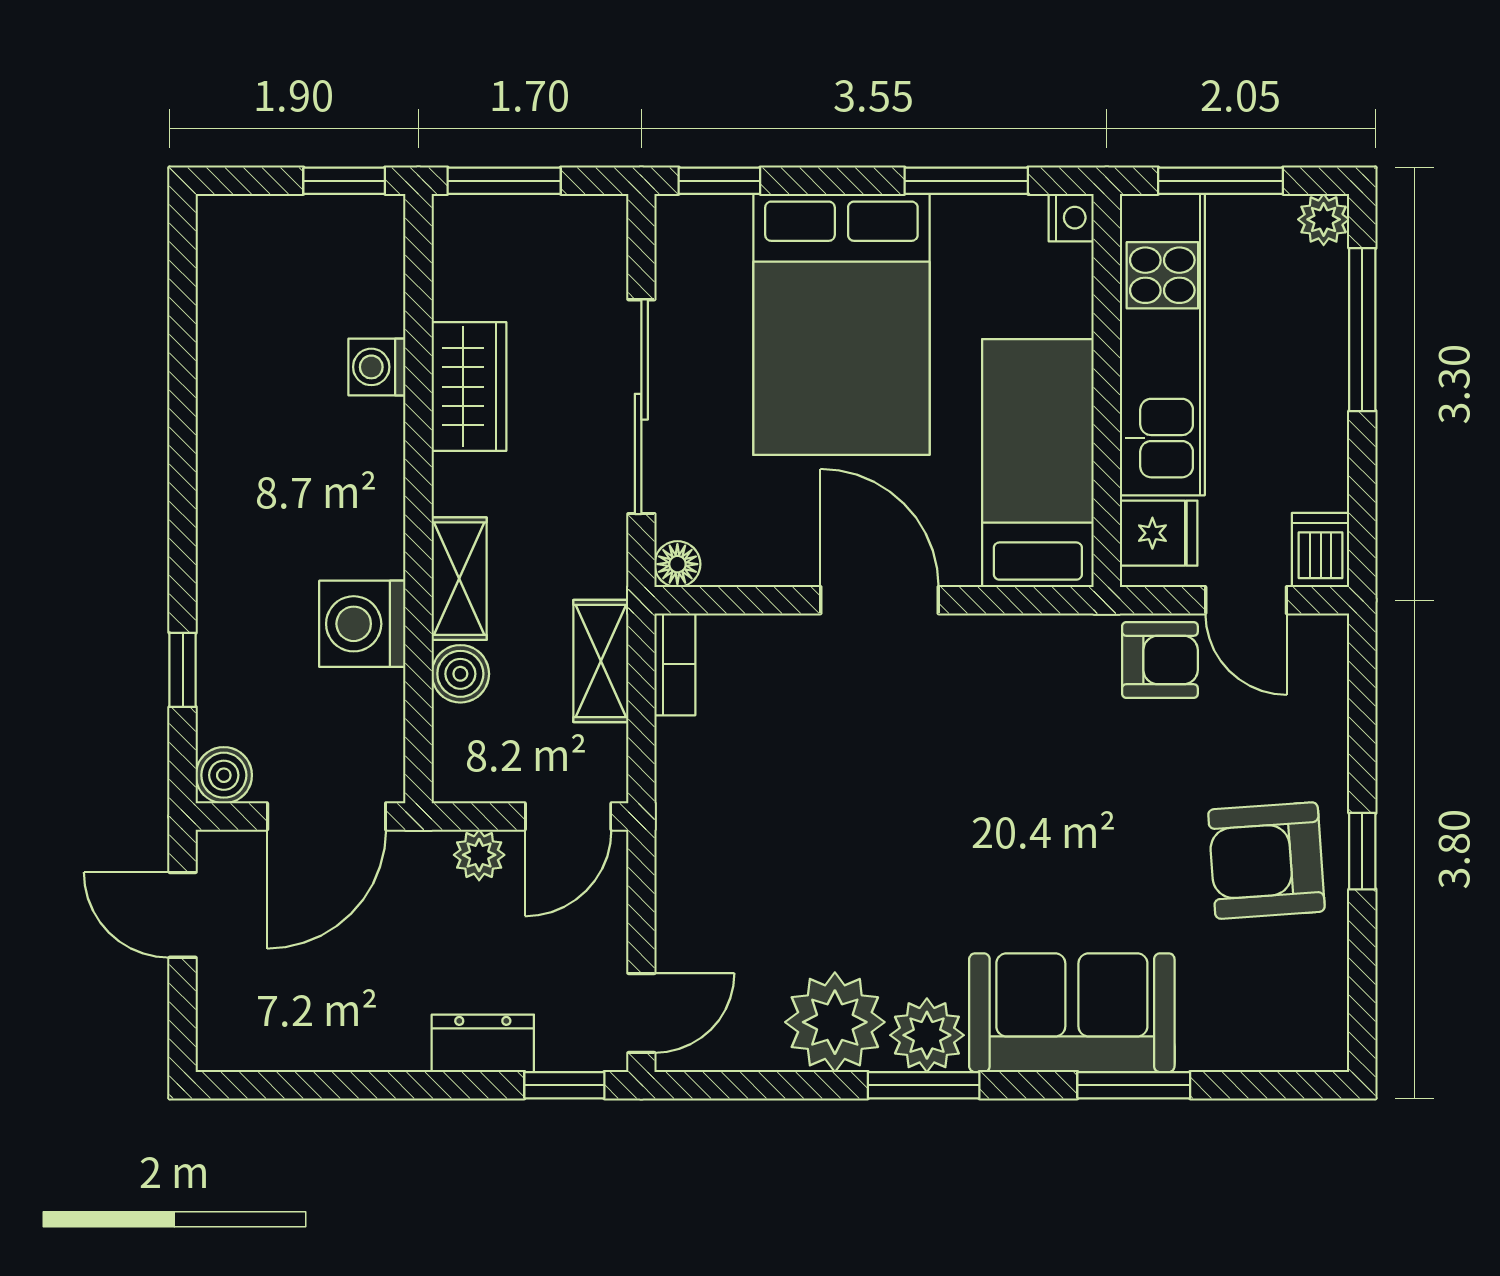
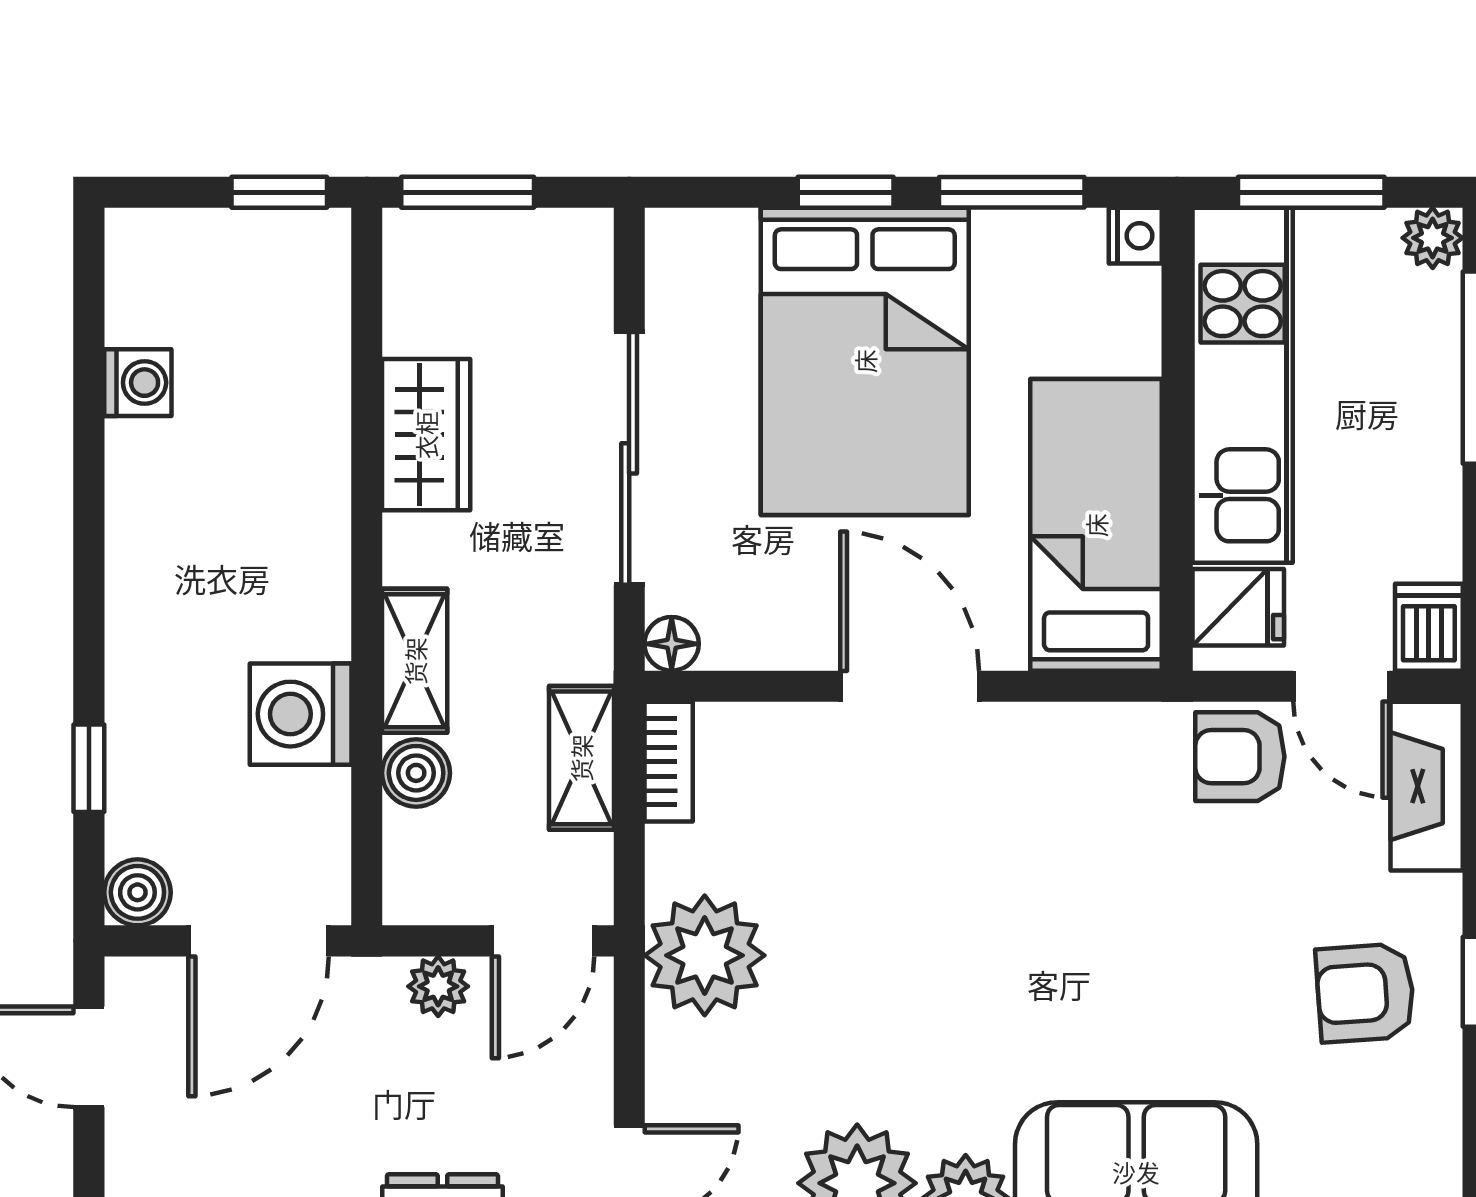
window: (719, 181) -> (846, 192), moved
washing machine: (377, 367) -> (138, 383), moved, turned 180
armchair: (1160, 660) -> (1240, 757), turned 180
fireplace: (1319, 685) -> (1427, 786), added
plant: (705, 829) -> (705, 955), added
armchair: (1266, 861) -> (1365, 993), width x0.72, depth x0.72

